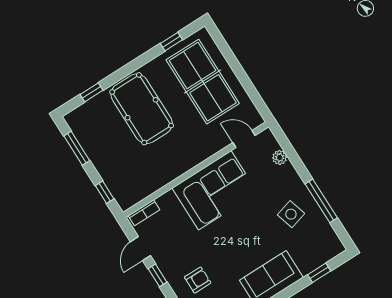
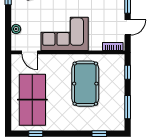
pool table: (142, 109) -> (85, 84), moved

